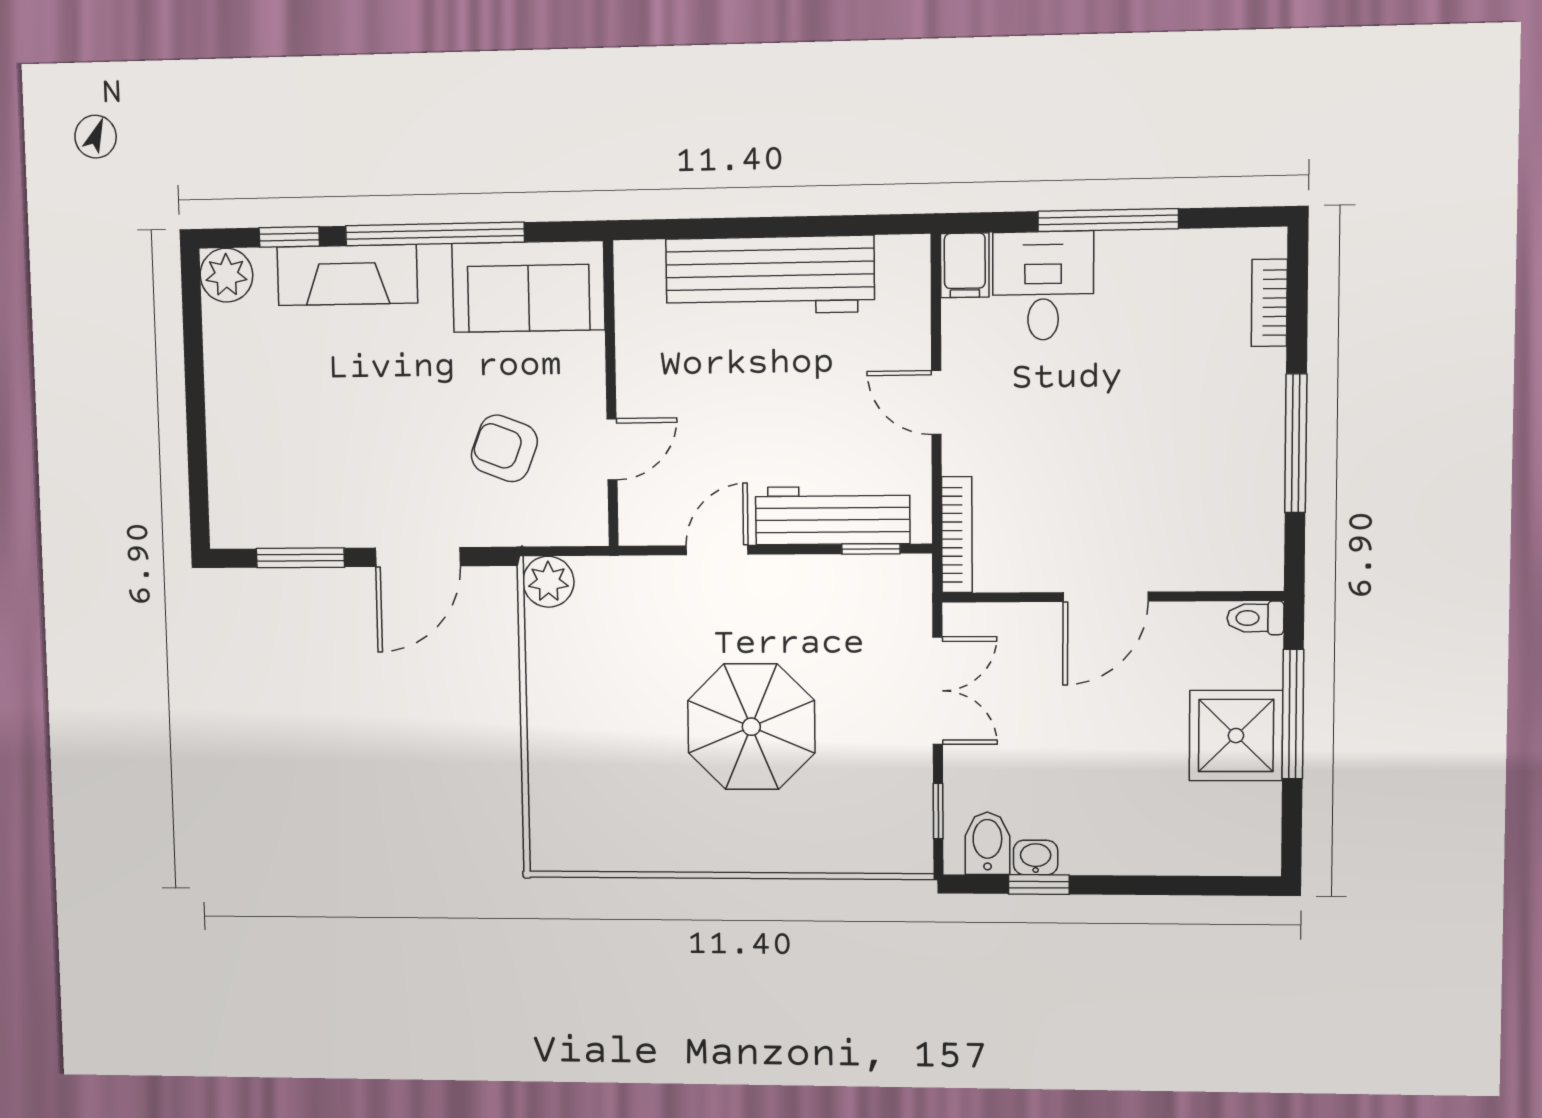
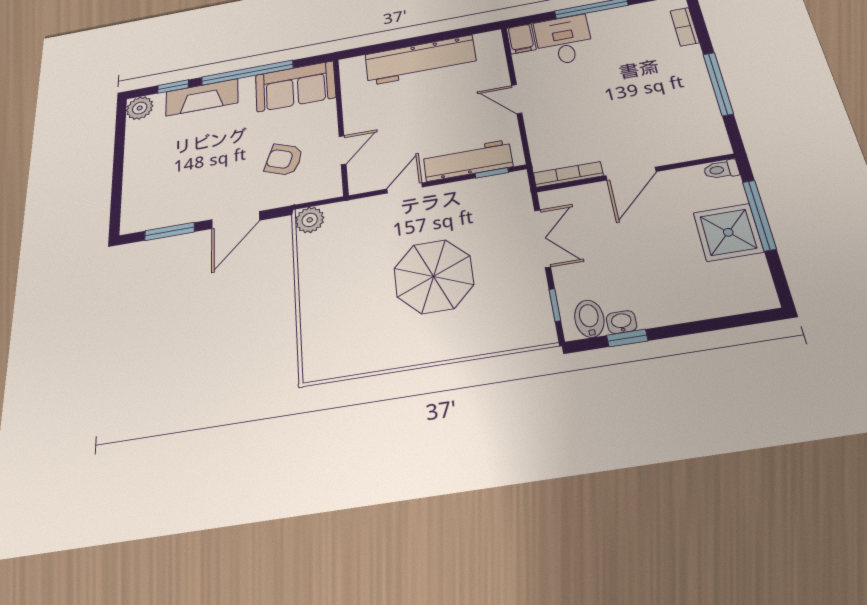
bookcase: (957, 535) -> (568, 174), moved, turned -90

